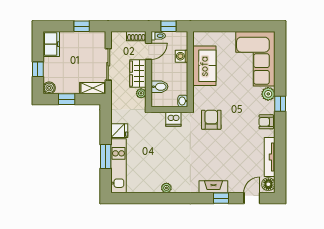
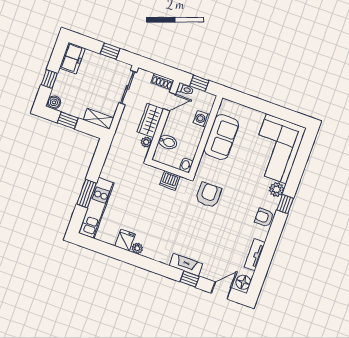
sliding door: (108, 64) -> (128, 87), moved
fridge: (119, 131) -> (125, 240), moved, turned -90
tv unit: (270, 157) -> (255, 255), width x0.71

